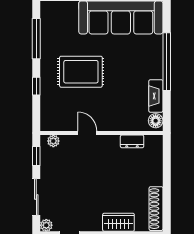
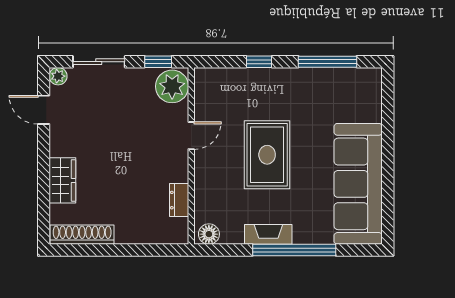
rug: (81, 72) -> (267, 155), moved
fireplace: (156, 96) -> (268, 234), moved
plant: (53, 141) -> (172, 86), width x1.88, depth x1.88

